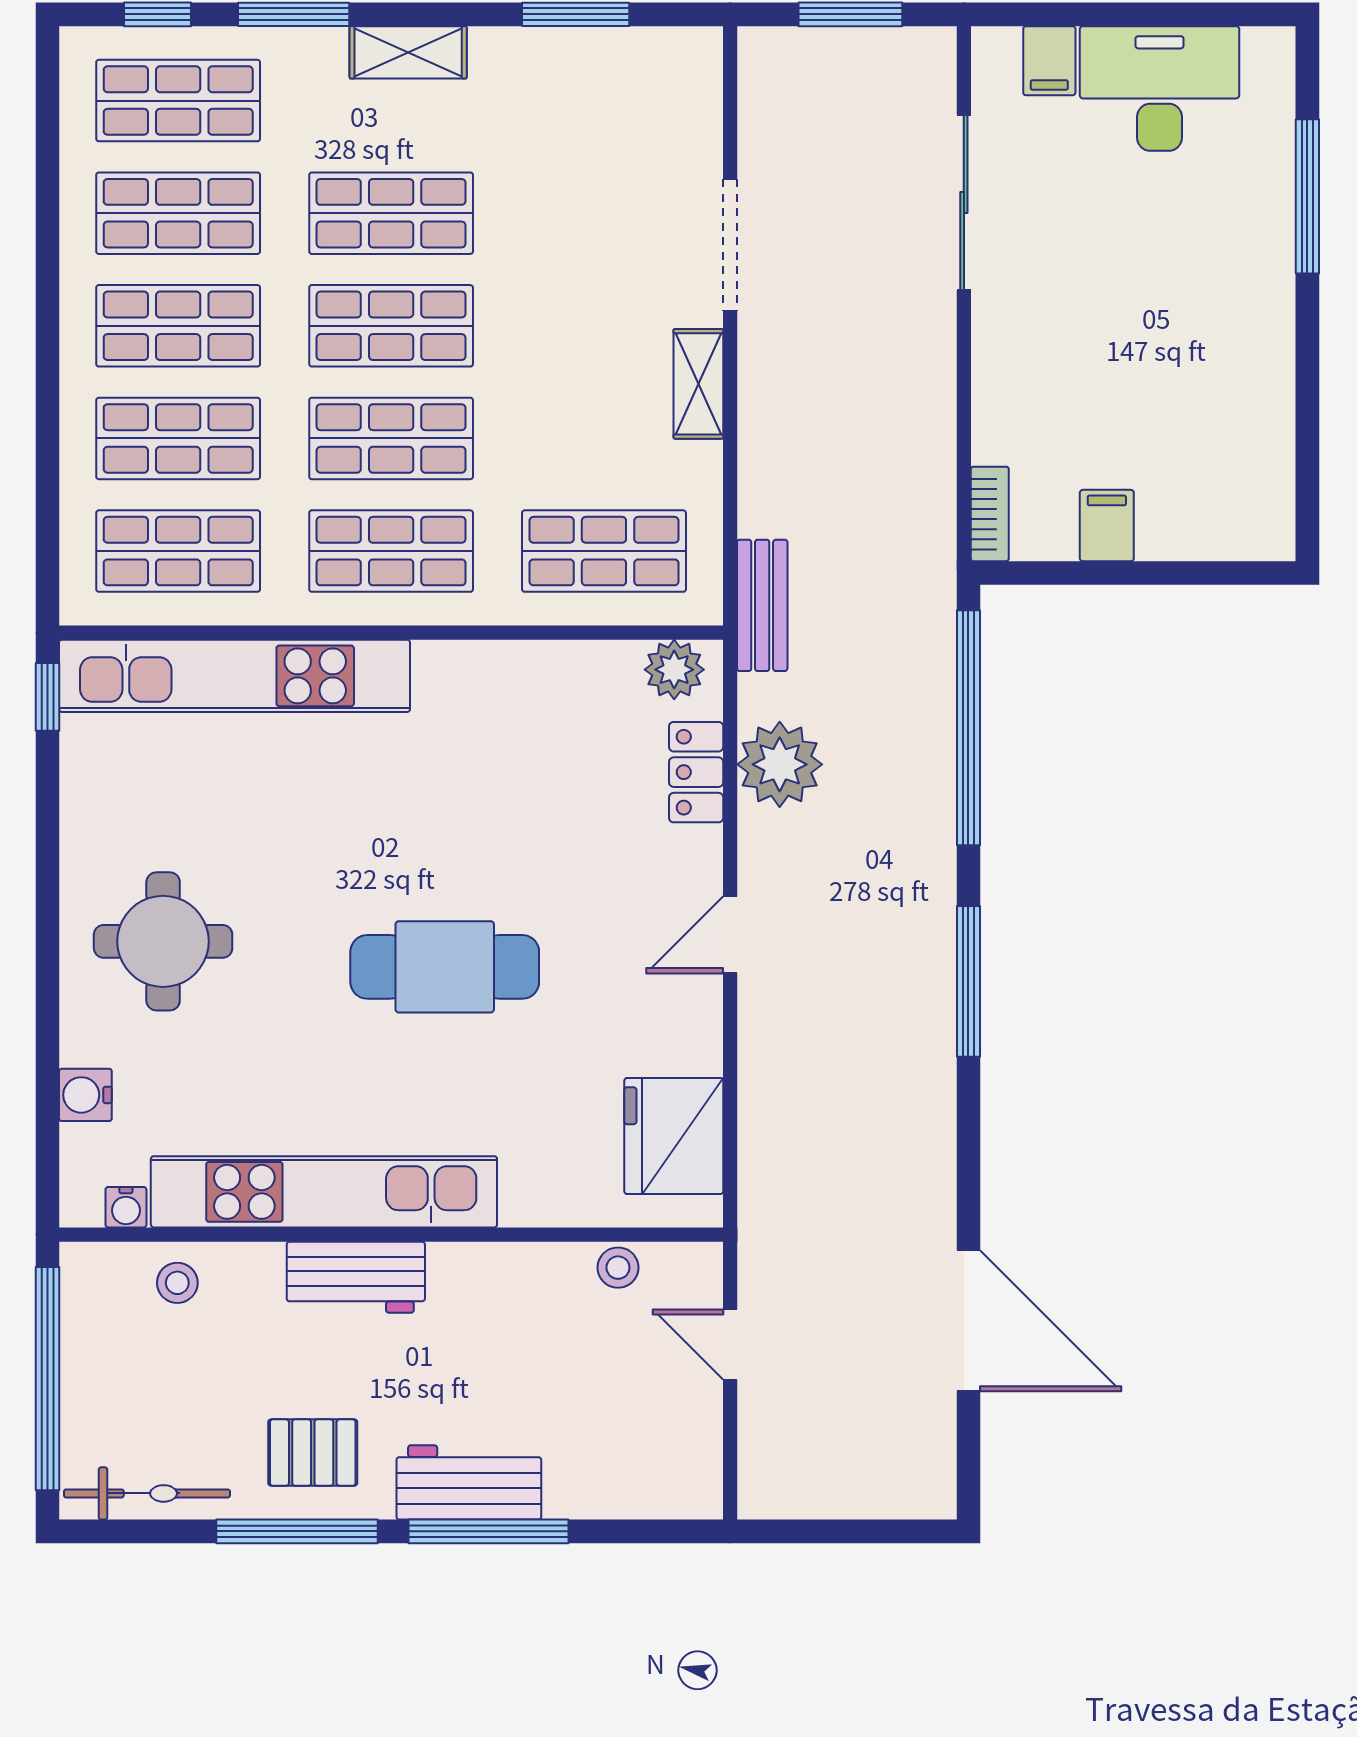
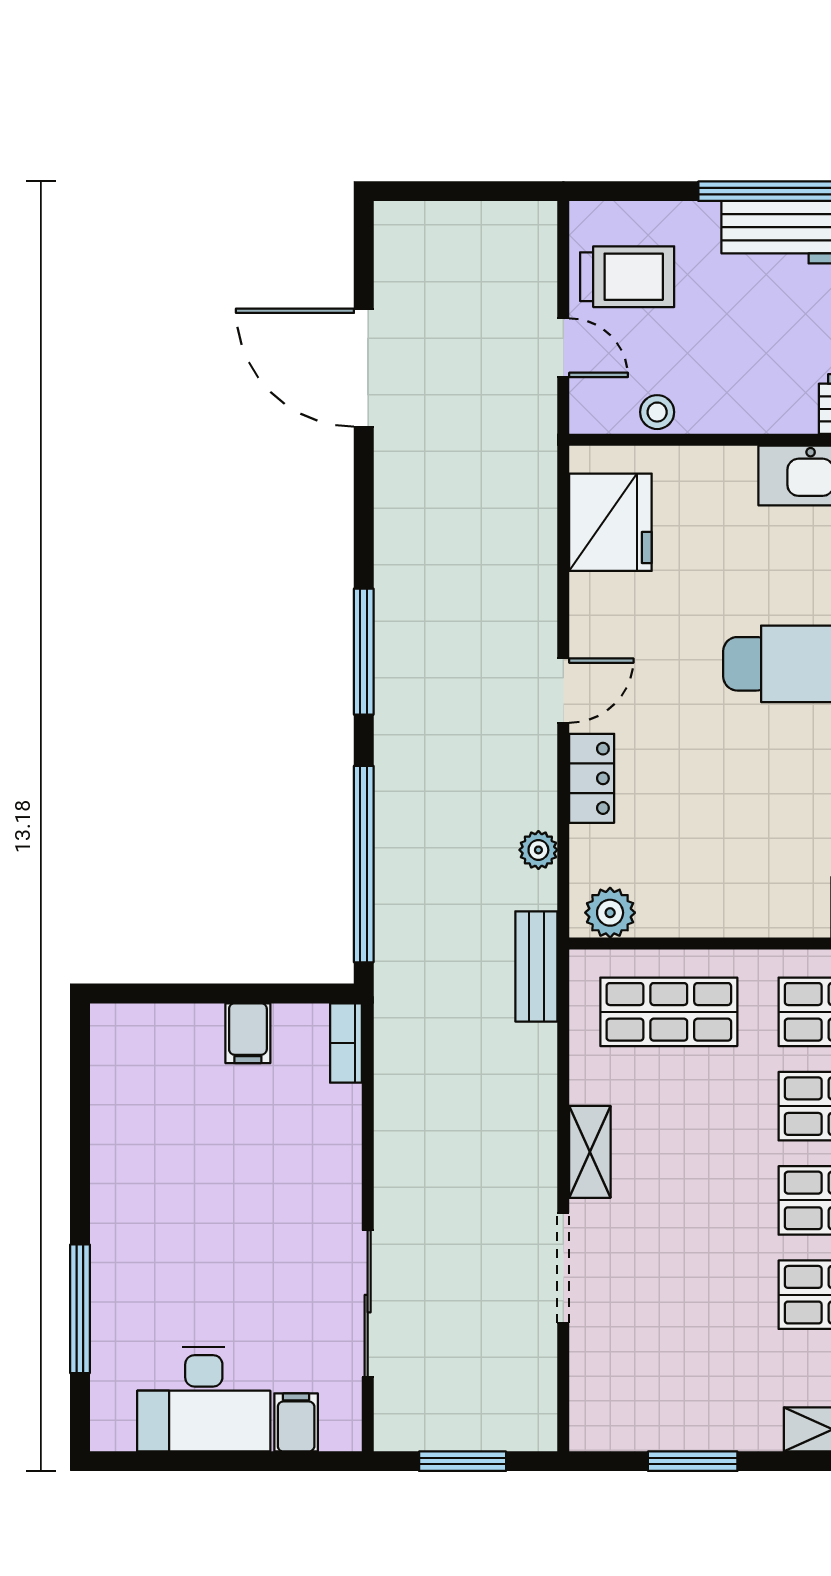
plant: (780, 764) -> (538, 850), width x0.53, depth x0.53
locker: (696, 772) -> (592, 778), moved
trolley: (654, 1429) -> (627, 277), added

